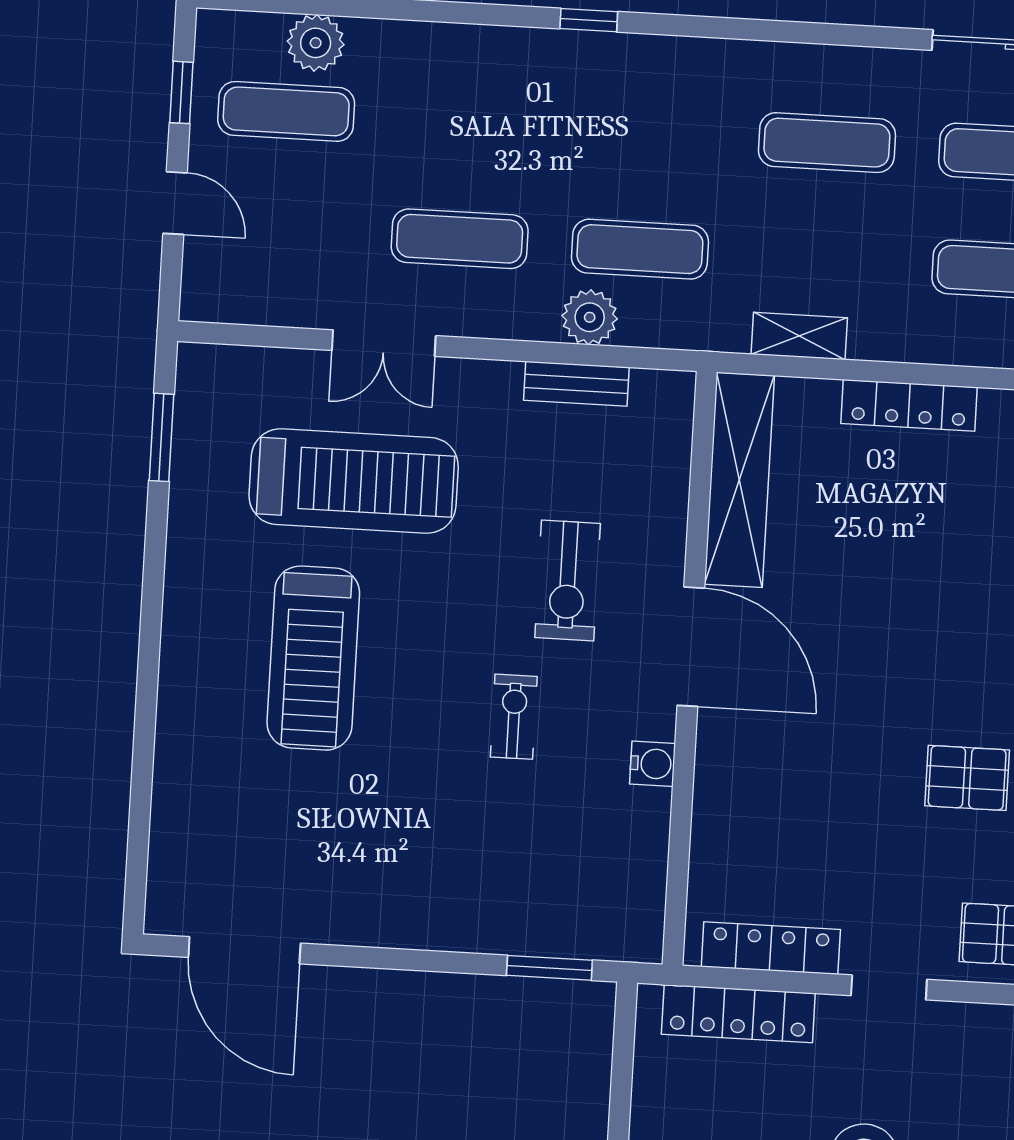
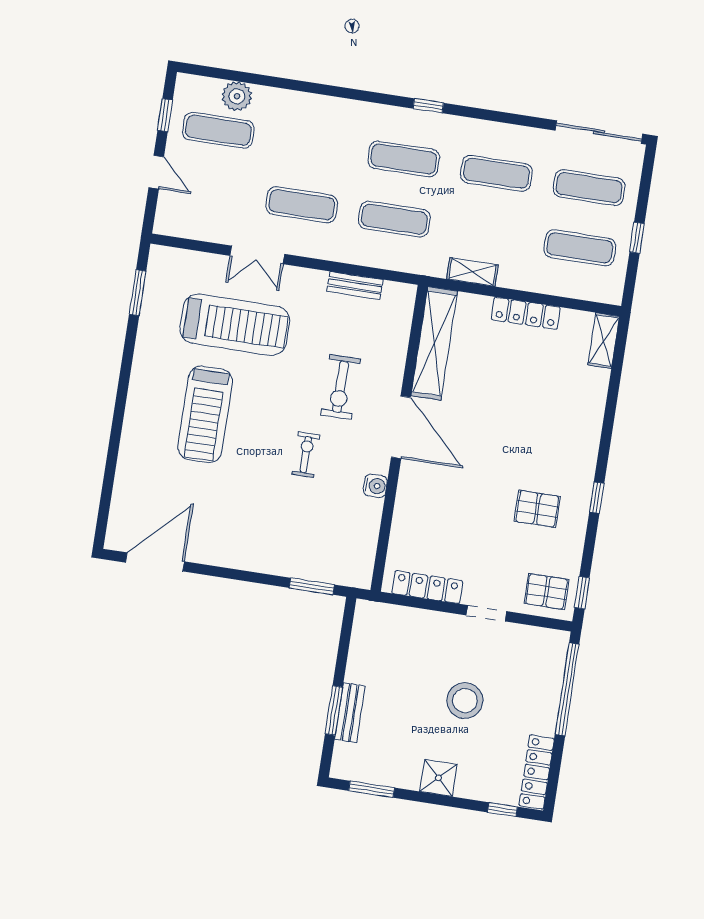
window: (589, 20) -> (428, 106), moved
exercise mat: (647, 132) -> (404, 159), added
plant: (590, 317) -> (365, 252), removed
door: (244, 950) -> (155, 562), swing flipped
locker: (738, 1014) -> (407, 619), removed

